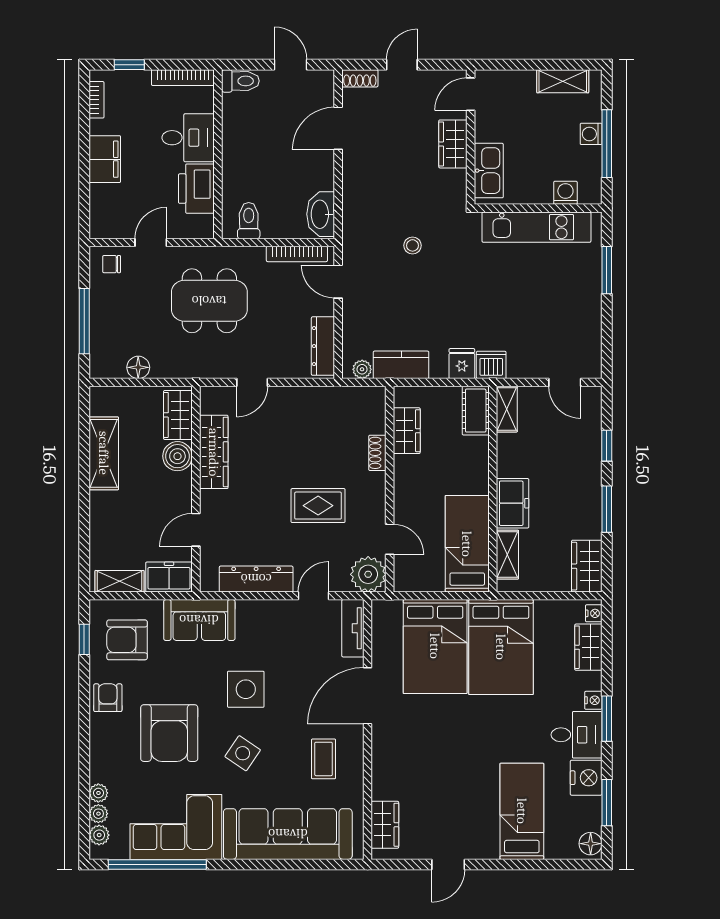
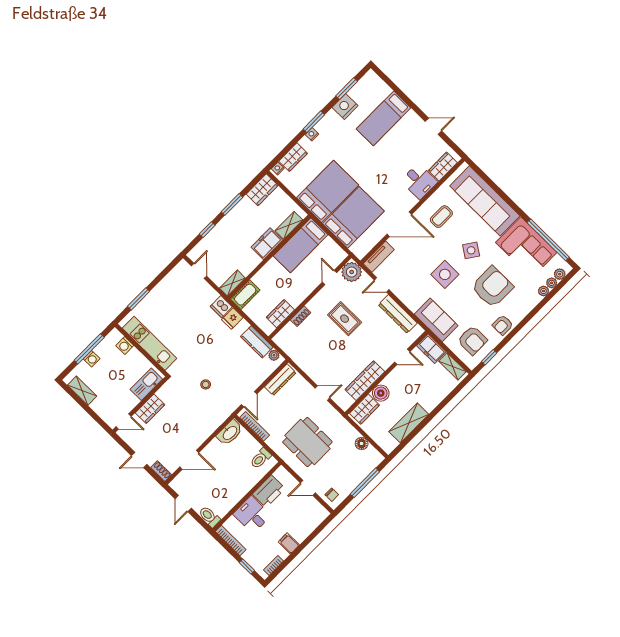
filing cabinet: (105, 159) -> (289, 543), width x0.50
desk: (577, 735) -> (419, 181), moved, turned 180
floor lamp: (591, 844) -> (369, 79), removed

